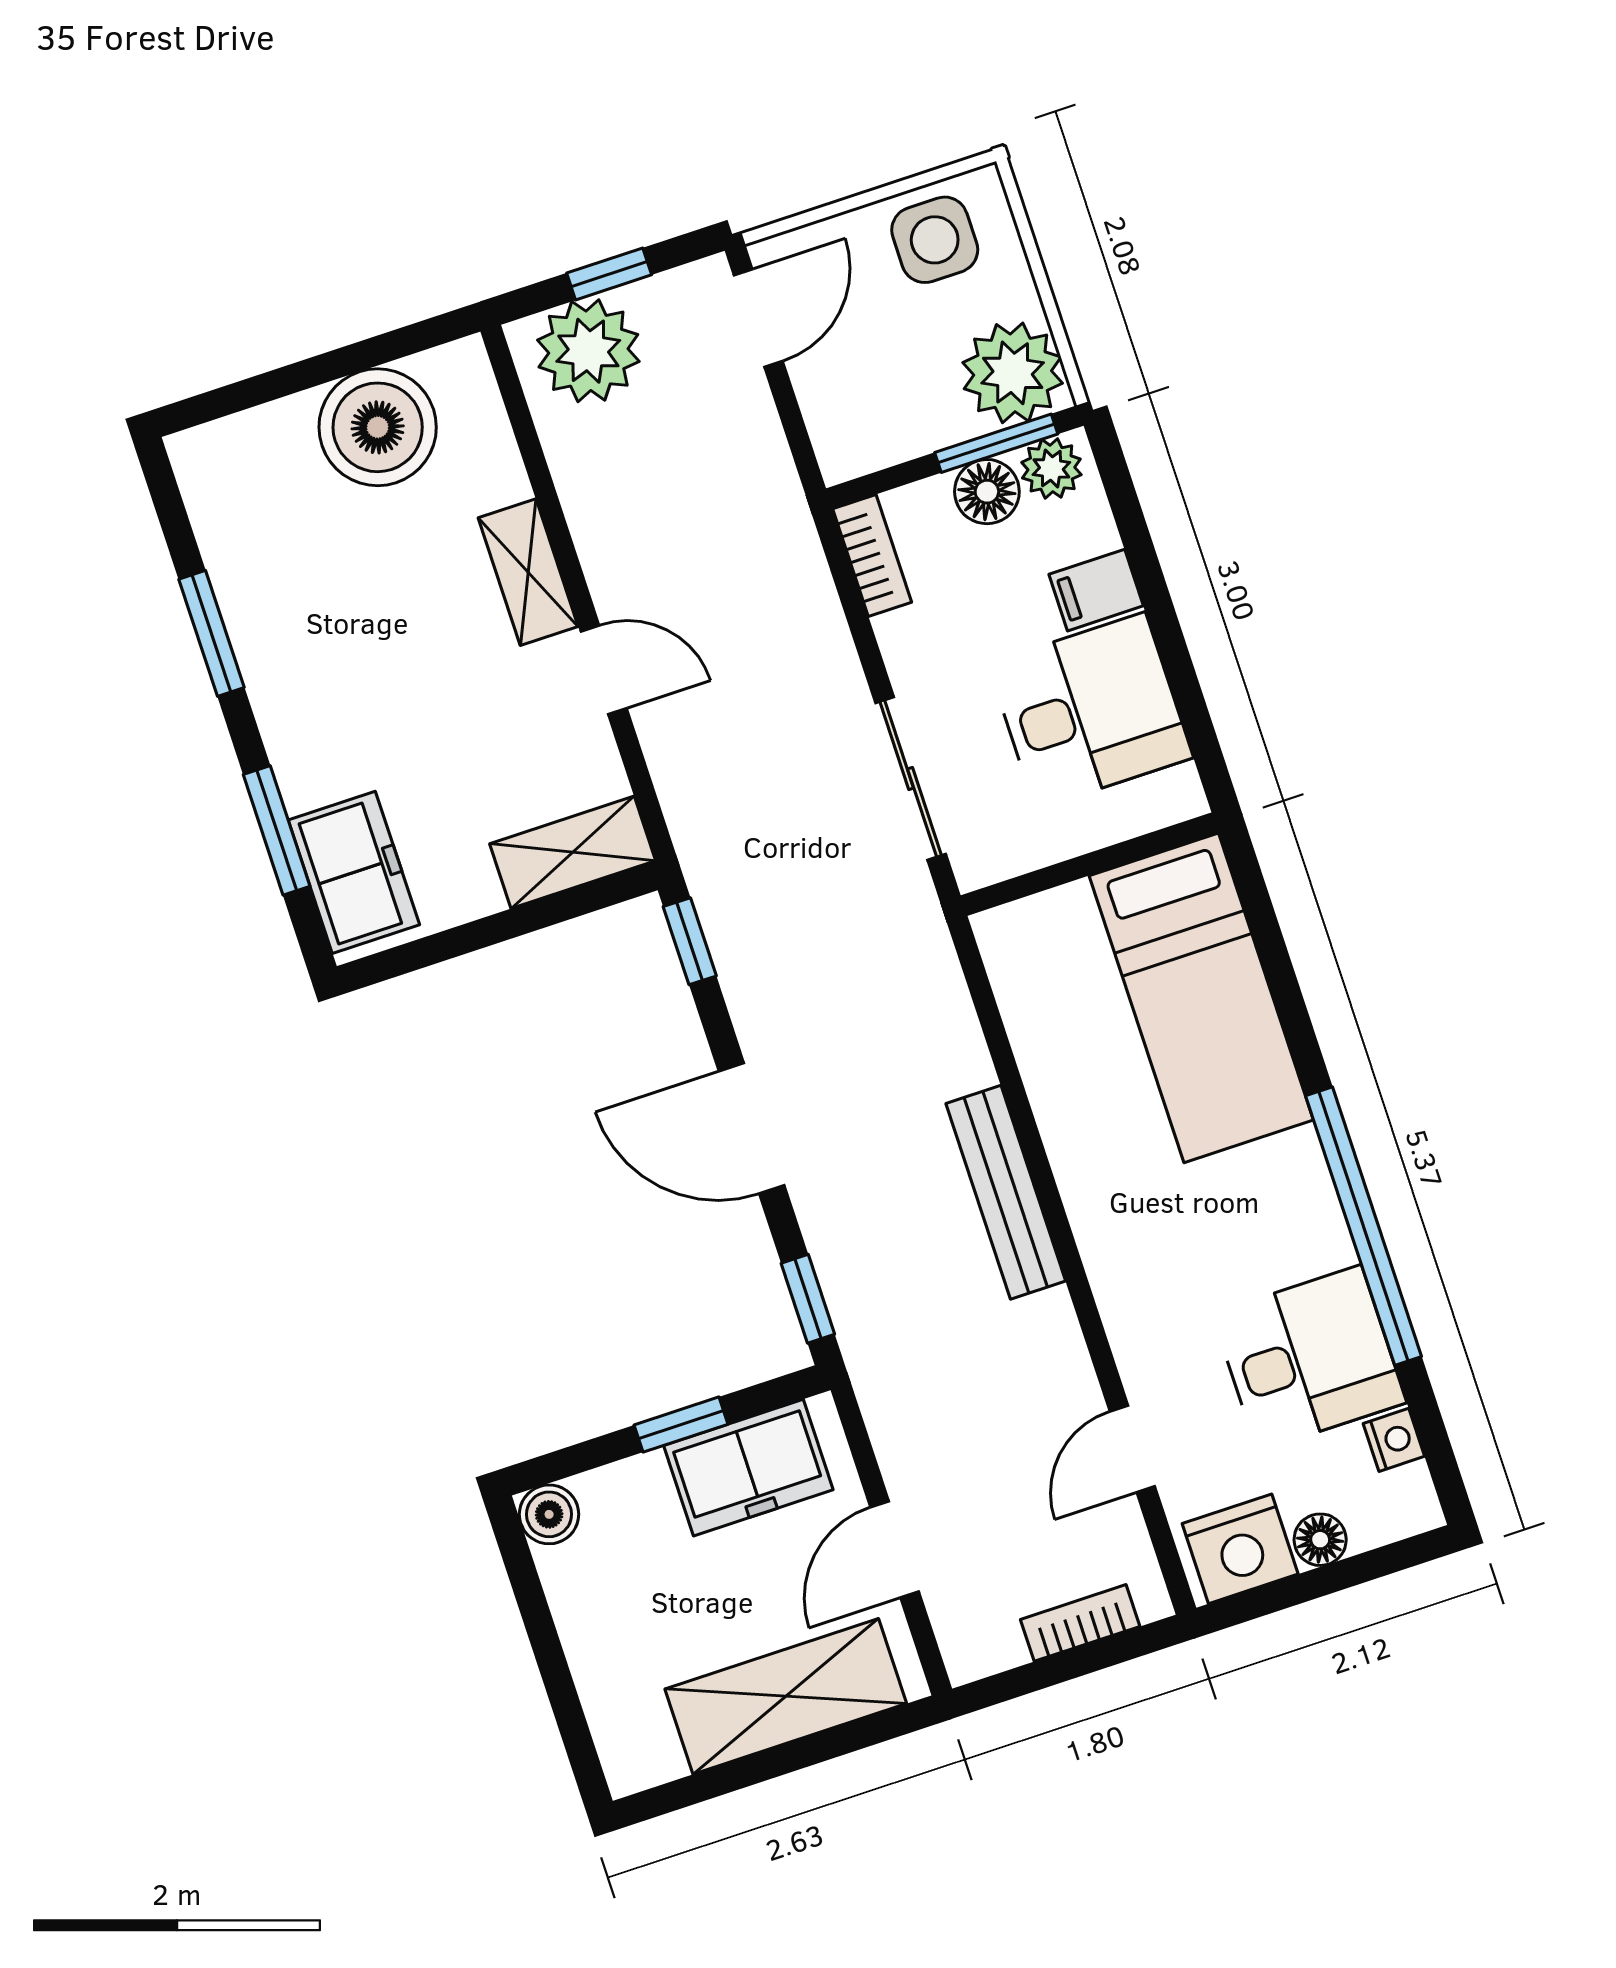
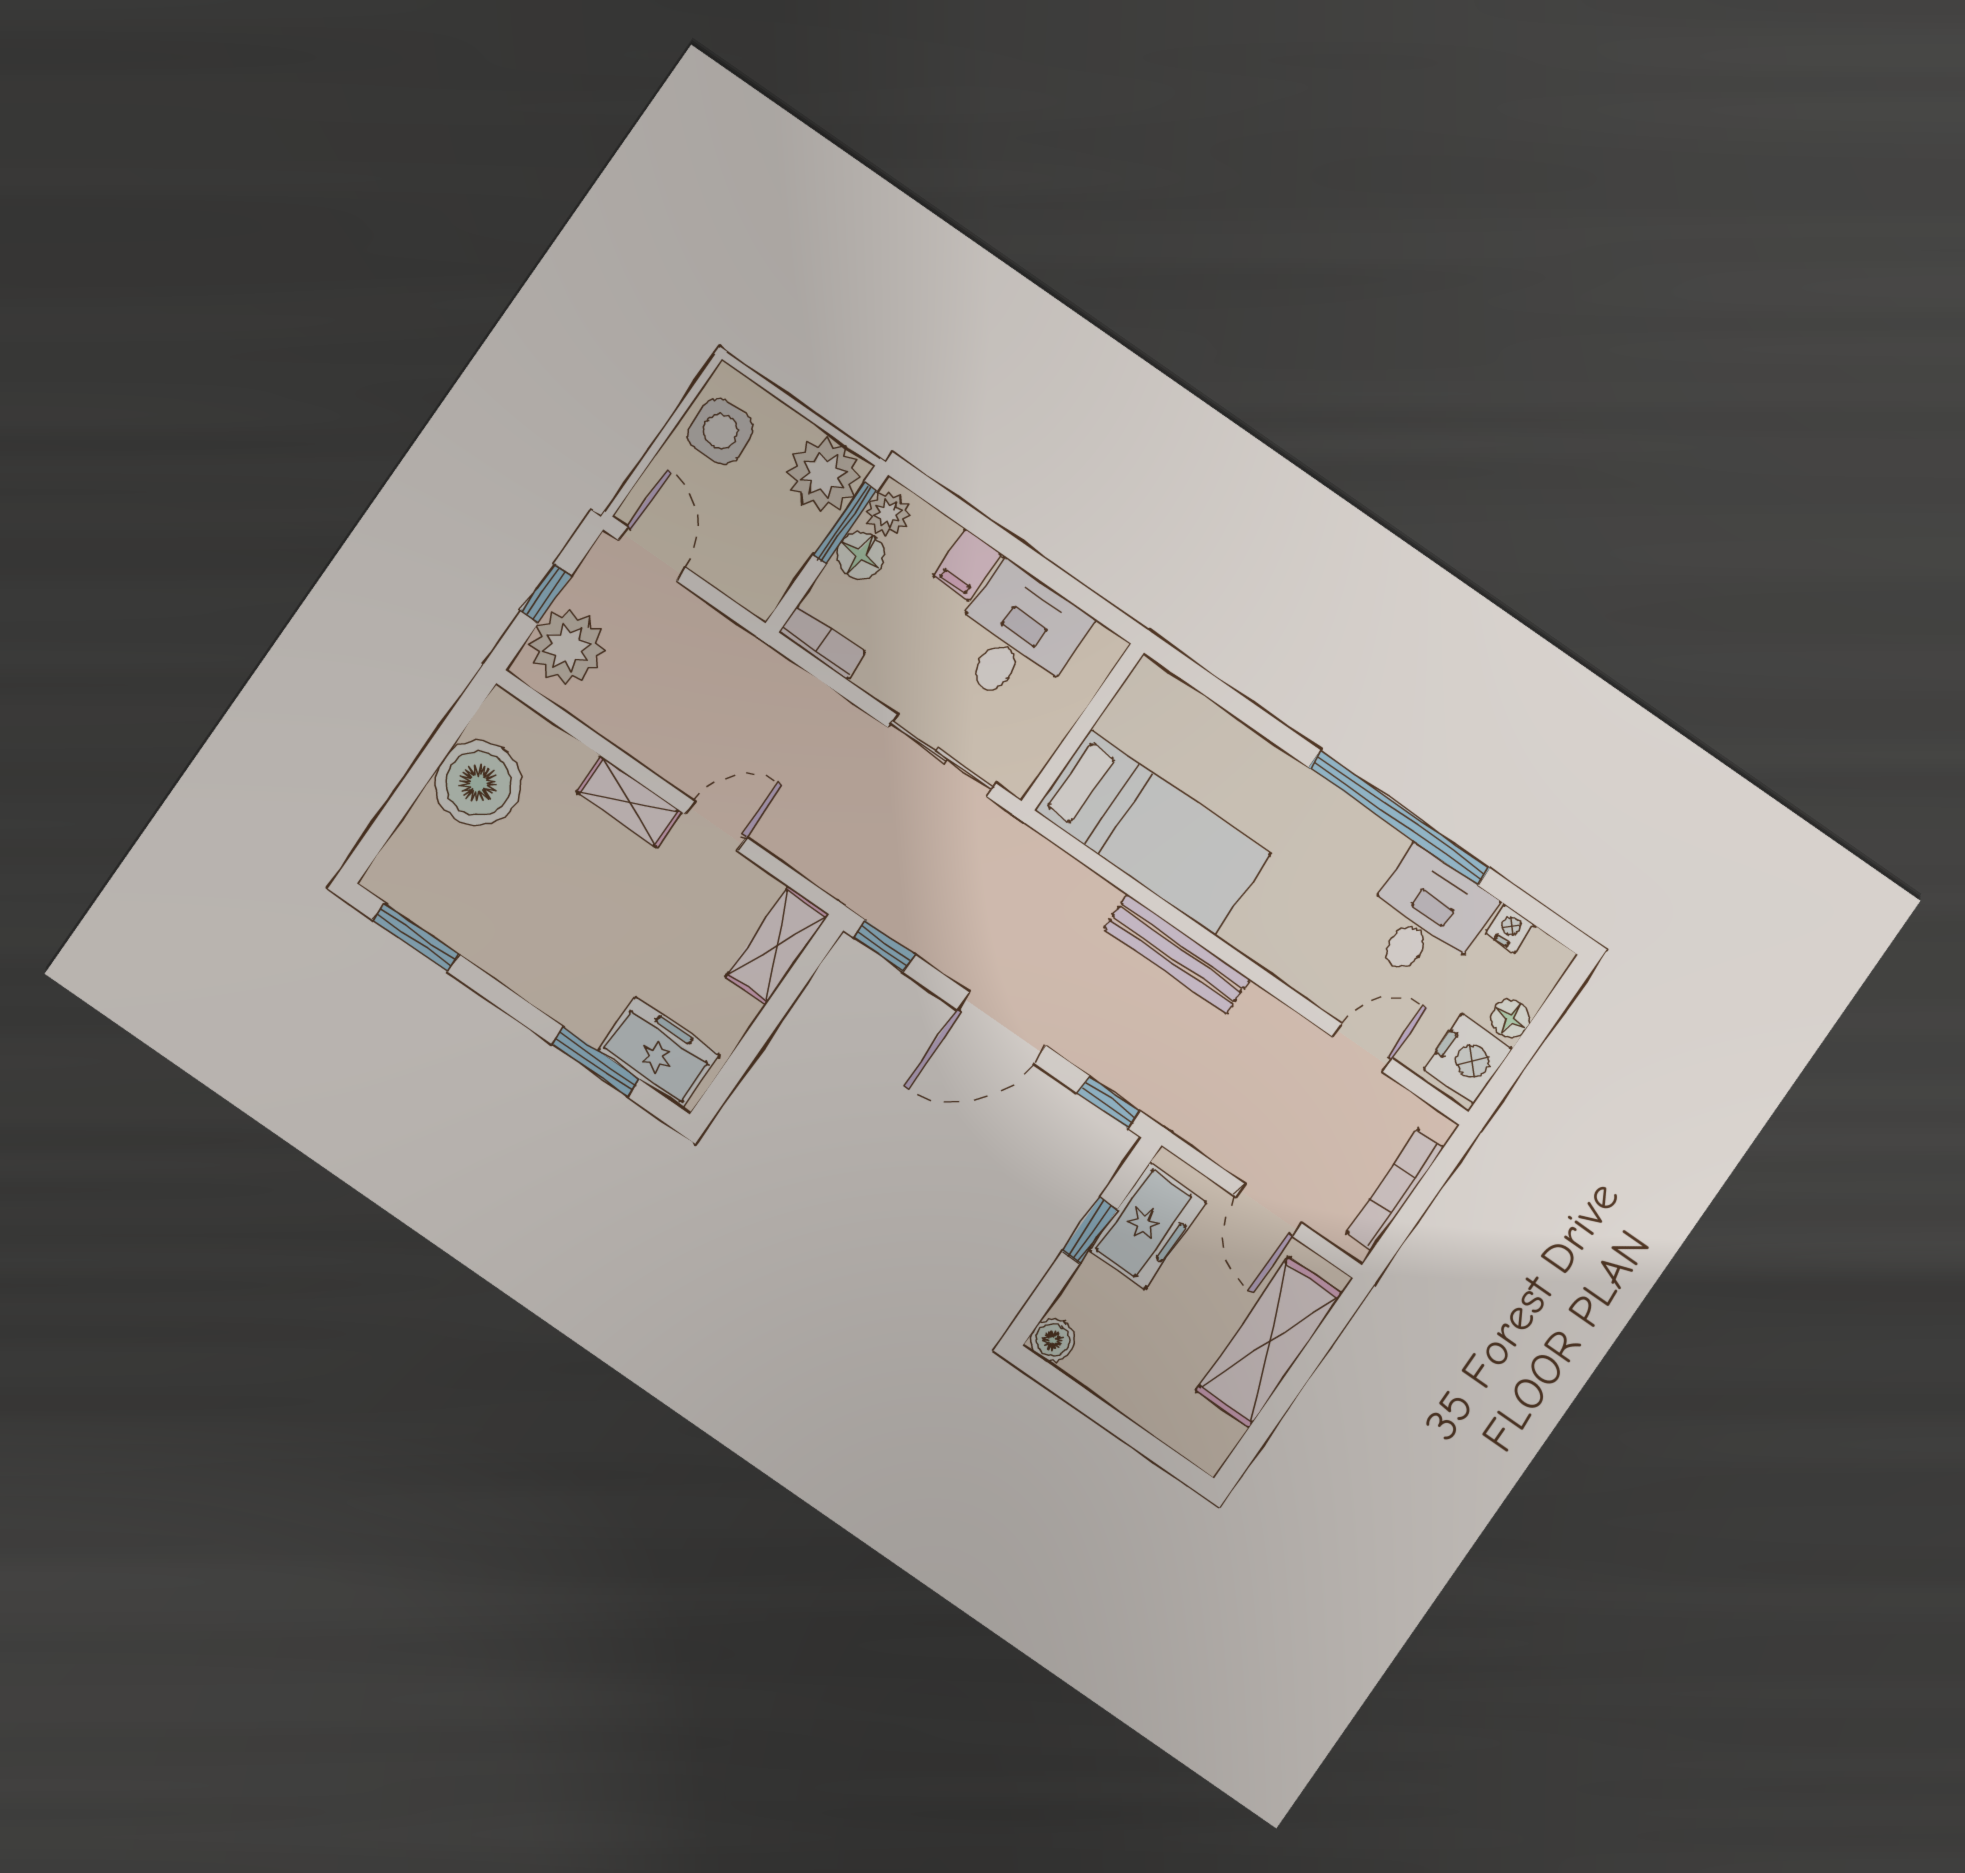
window: (211, 633) -> (416, 937), moved
bed: (1201, 998) -> (1153, 832), moved
door: (1132, 1449) -> (1362, 1048), swing flipped
bookcase: (1080, 1623) -> (1395, 1190), width x1.56

